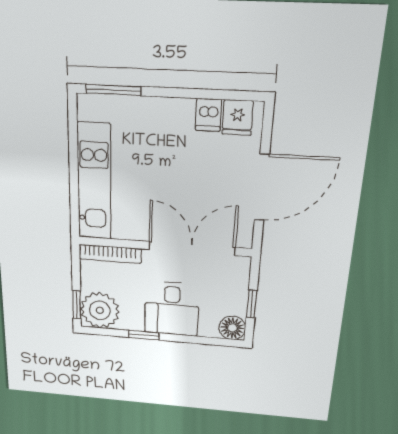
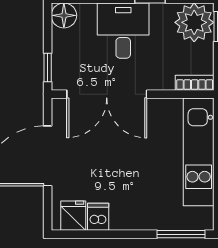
bookcase: (110, 254) -> (195, 83), width x0.64
window: (252, 304) -> (48, 67), moved

